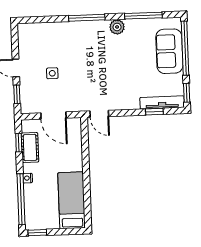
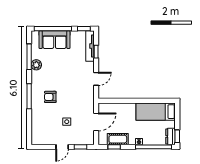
plant: (117, 27) -> (36, 65), moved
armchair: (87, 48) -> (50, 97), added
door: (99, 114) -> (96, 79), moved
dresser: (37, 223) -> (171, 136), added

